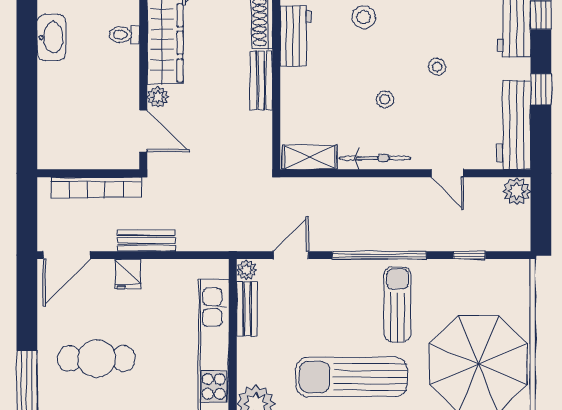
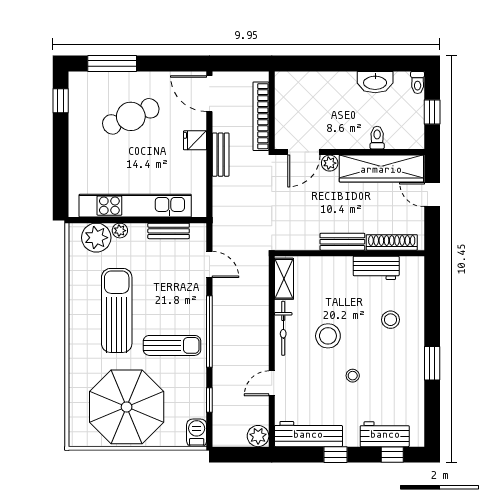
stool: (385, 99) -> (328, 336), width x1.89, depth x1.89
plant: (247, 270) -> (120, 231), moved
barbecue: (512, 272) -> (197, 433), added
cafe table: (96, 359) -> (131, 116), turned 67

